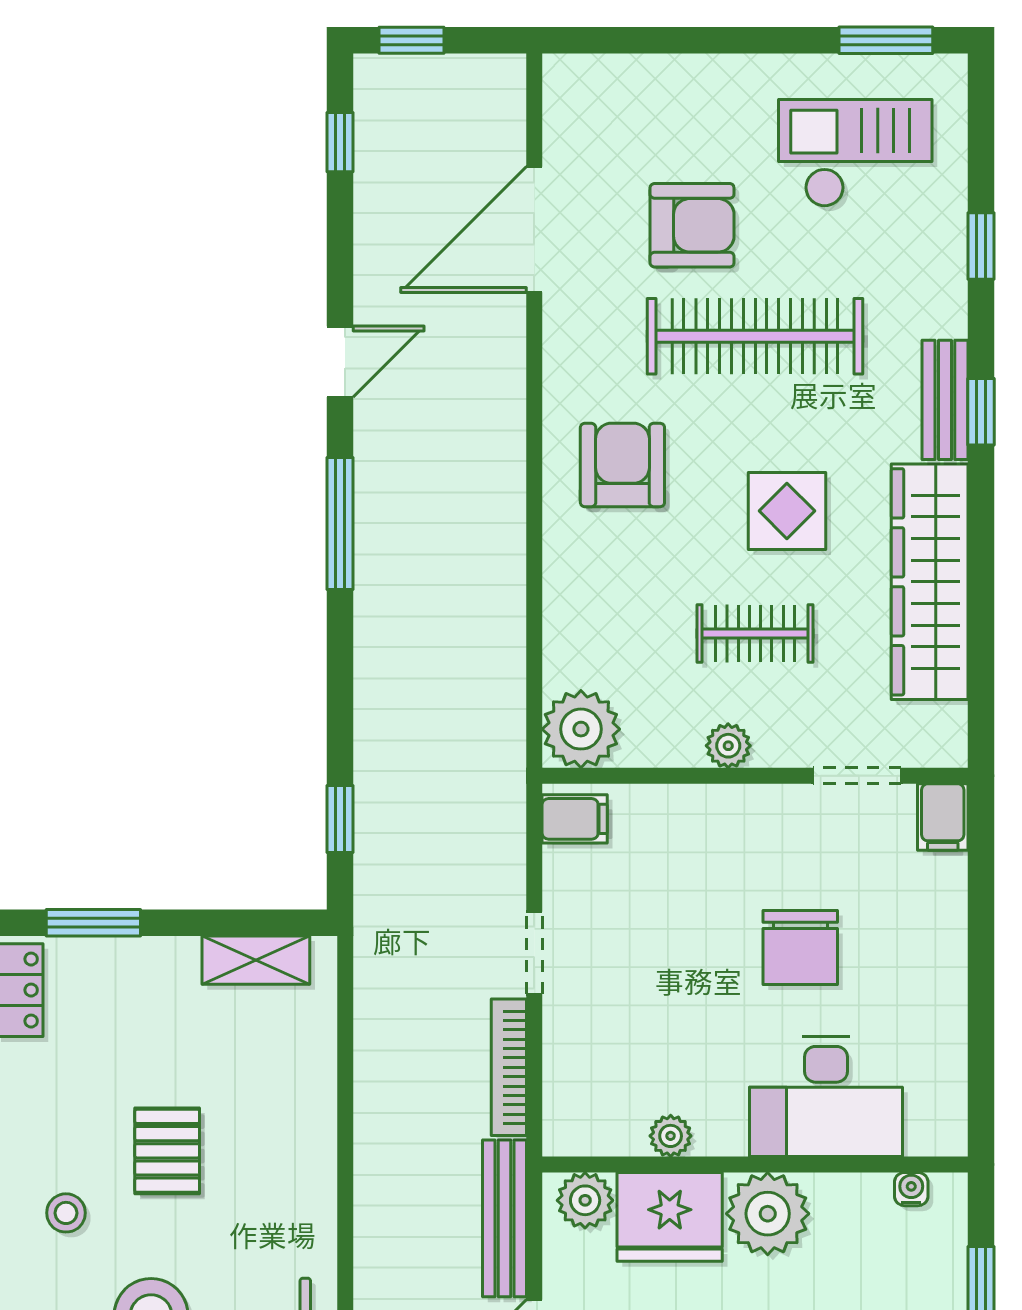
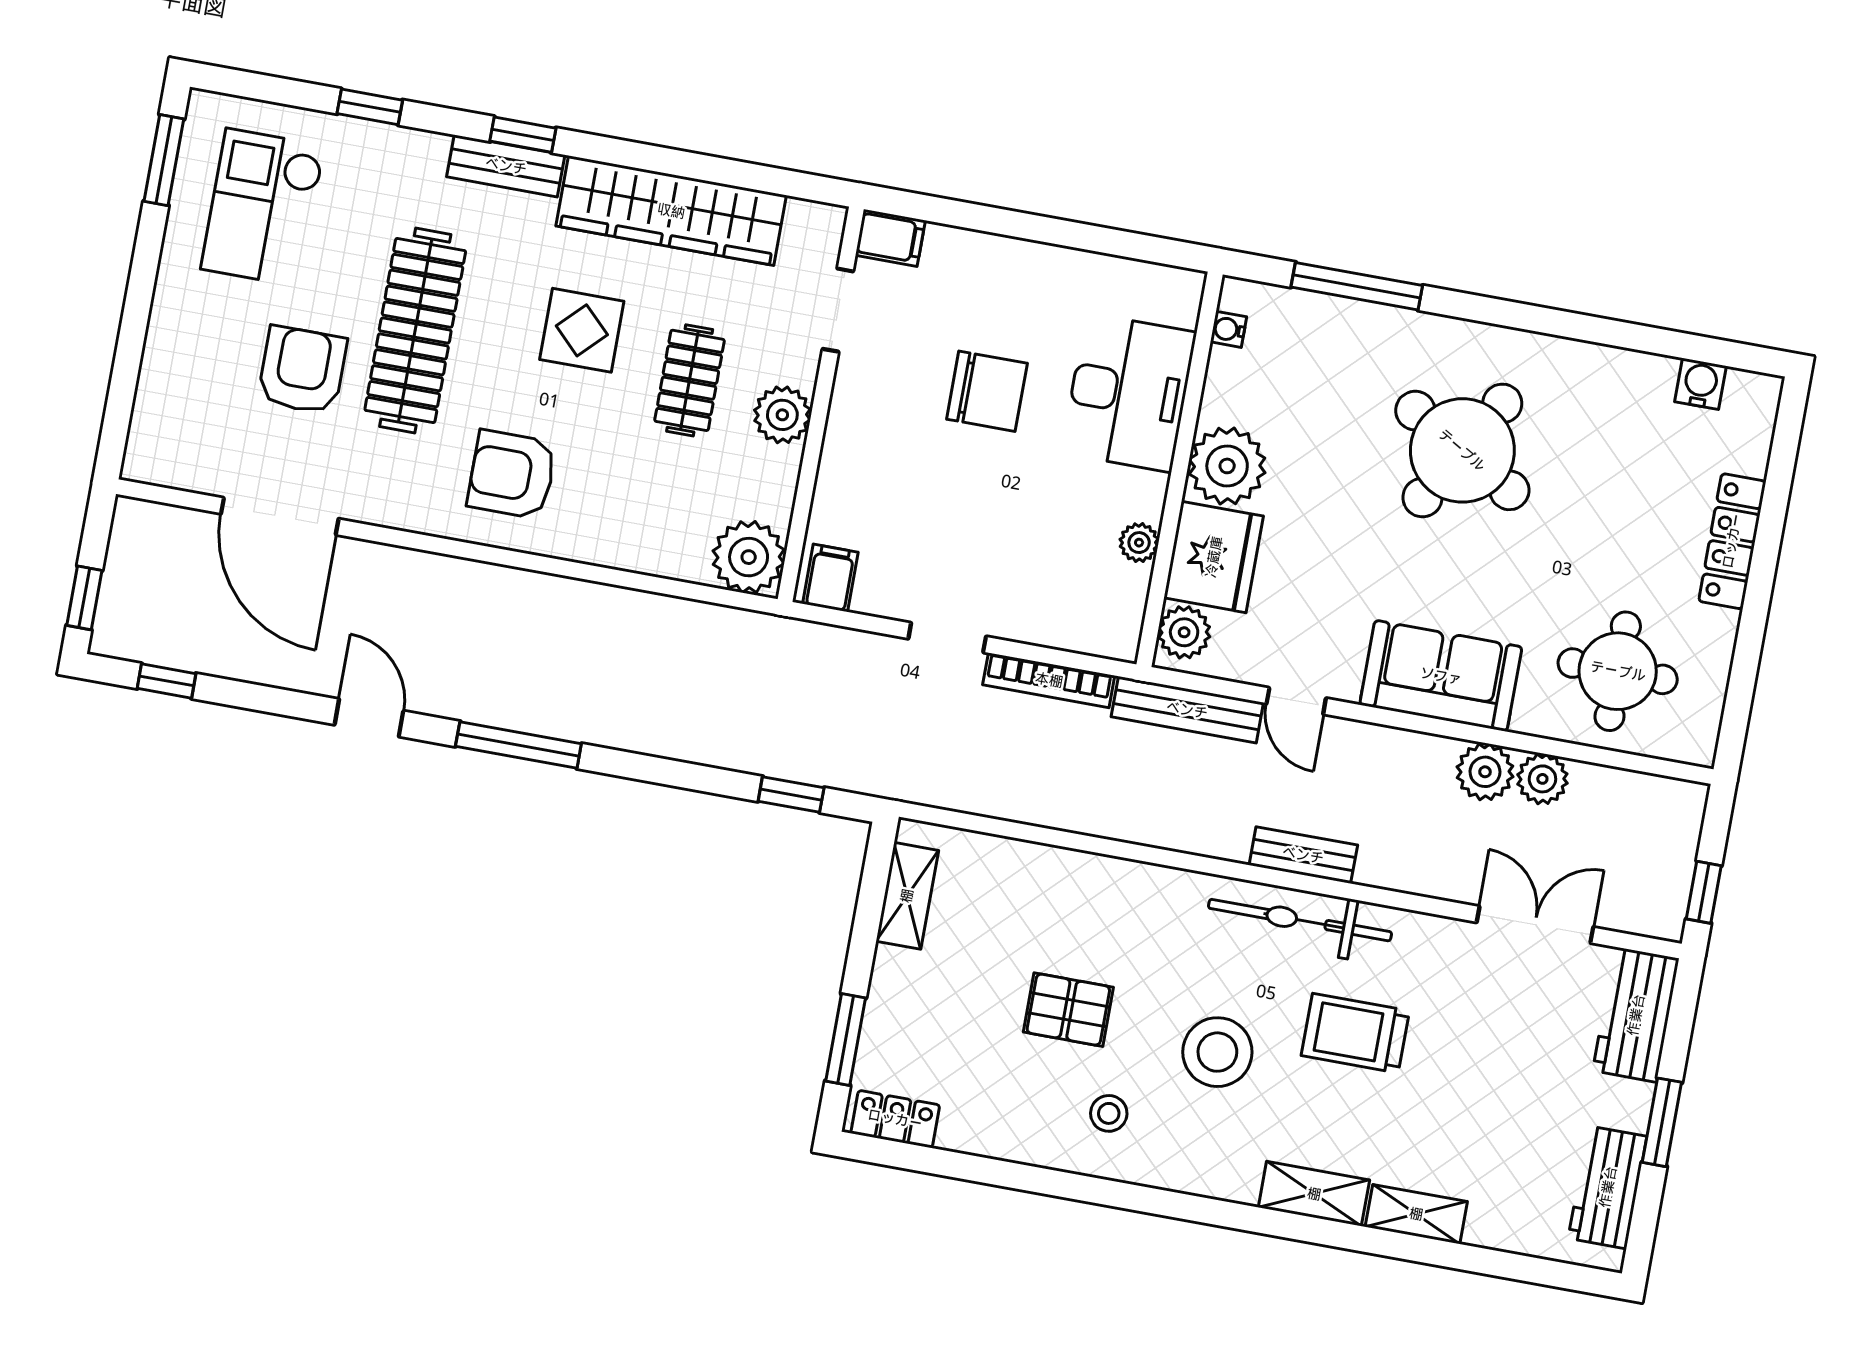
plant: (728, 746) -> (782, 415), width x1.38, depth x1.38

